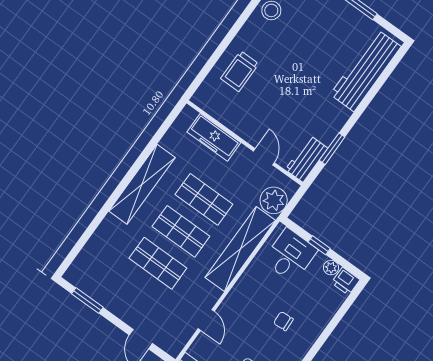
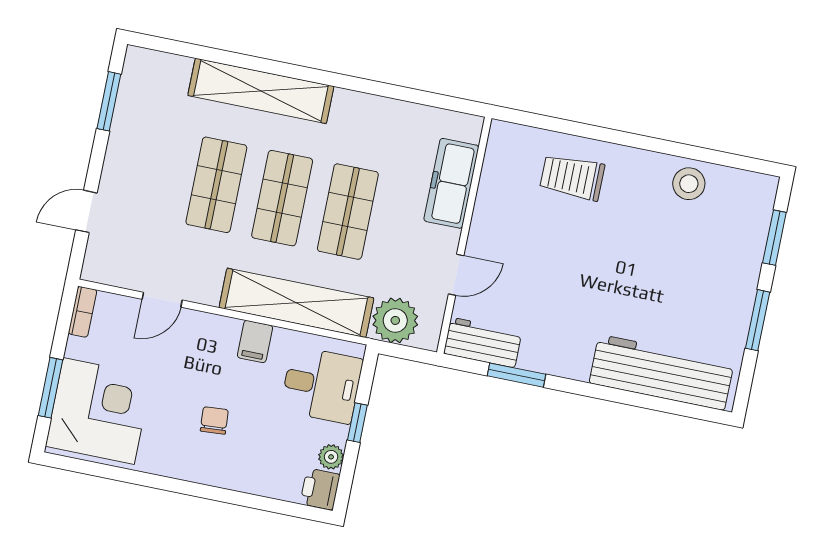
shelving: (142, 184) -> (261, 91), moved
filing cabinet: (251, 280) -> (255, 342), added

